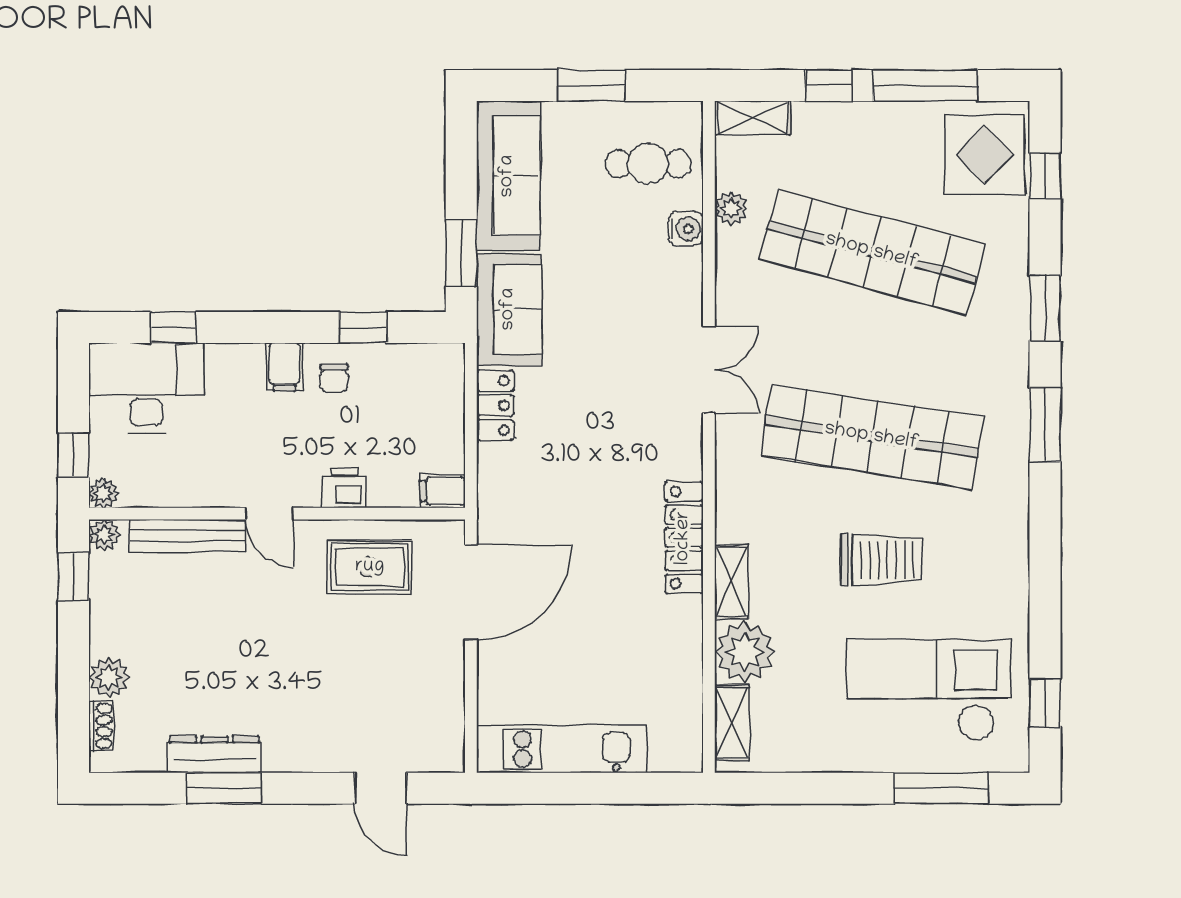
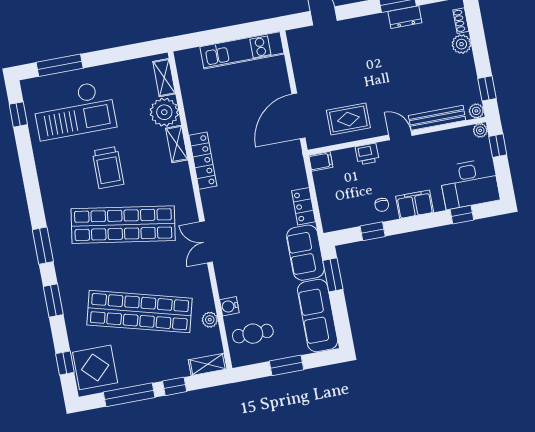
filing cabinet: (285, 367) -> (415, 204), width x2.00
chair: (334, 378) -> (382, 205), turned 180
trolley: (881, 560) -> (108, 168), turned -90
dresser: (214, 754) -> (405, 17), width x0.70

